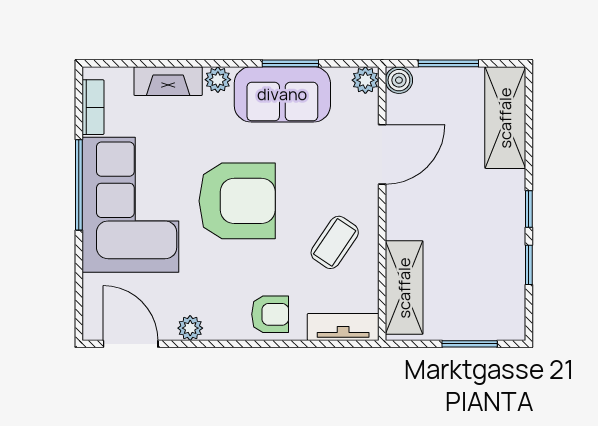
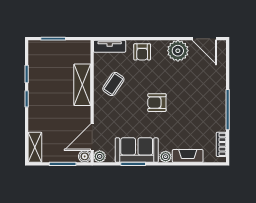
shelving: (505, 118) -> (35, 147), width x0.67, depth x0.75
door: (382, 154) -> (92, 137), moved
armchair: (237, 201) -> (157, 103), width x0.53, depth x0.53
corner sofa: (130, 205) -> (205, 101), removed
shelving: (404, 288) -> (82, 85), moved
armchair: (270, 314) -> (142, 52), turned -90
plant: (190, 328) -> (178, 51), width x1.88, depth x1.88

